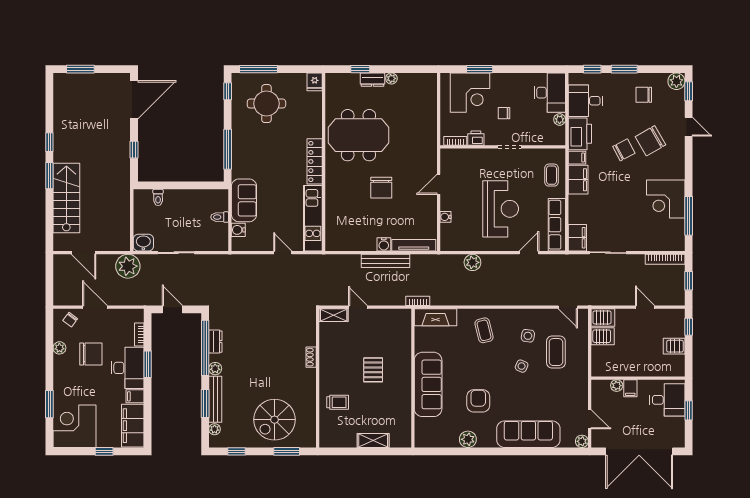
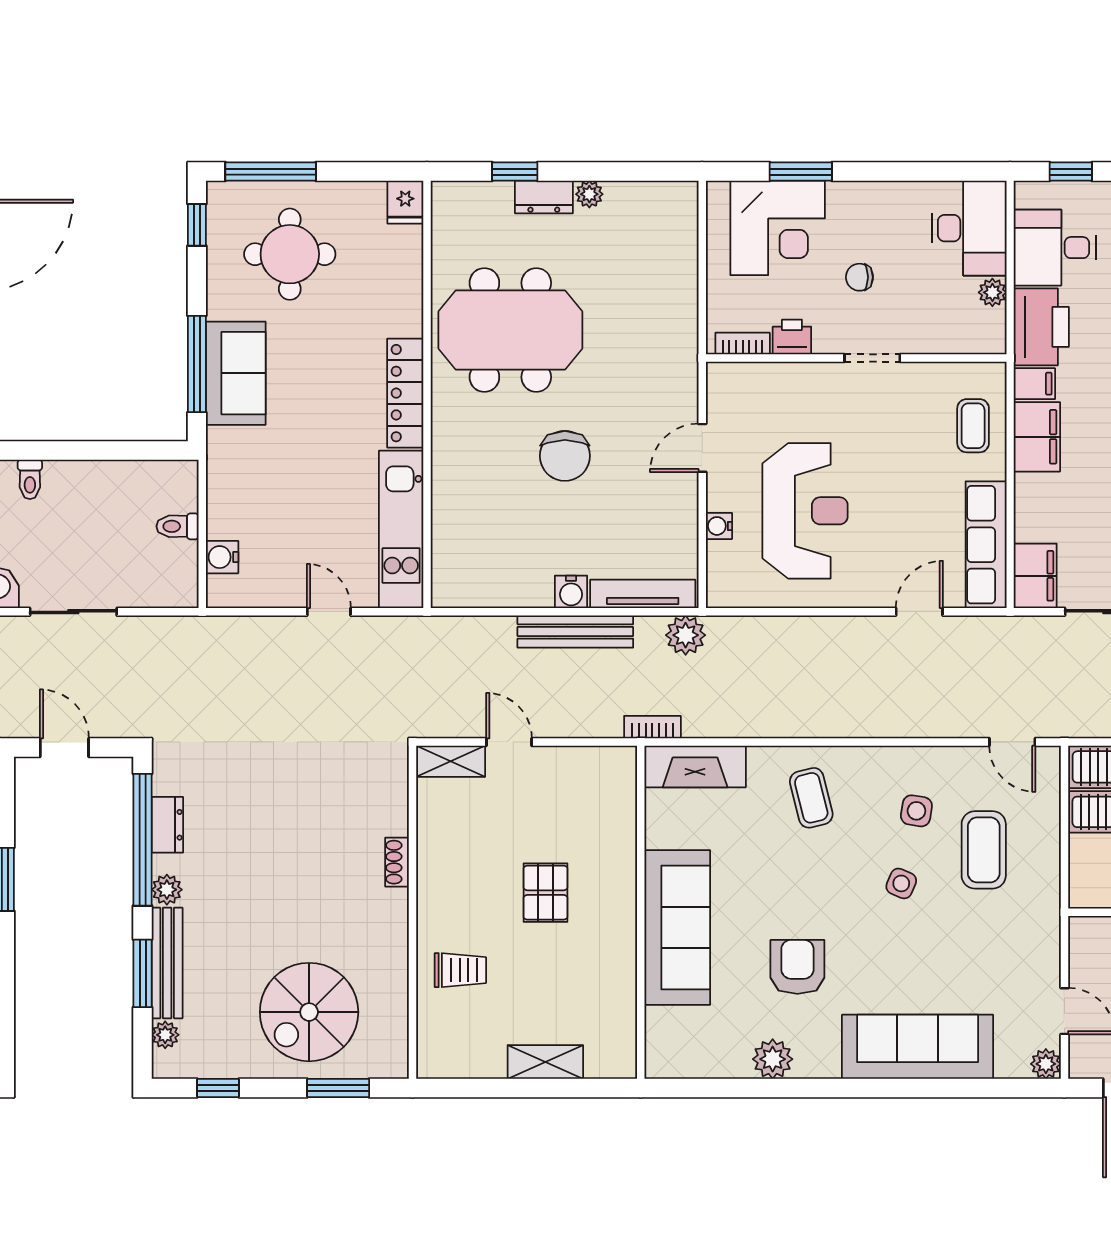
sofa: (244, 200) -> (236, 373), moved
reception desk: (501, 209) -> (805, 511), moved
plant: (472, 262) -> (686, 635), moved

